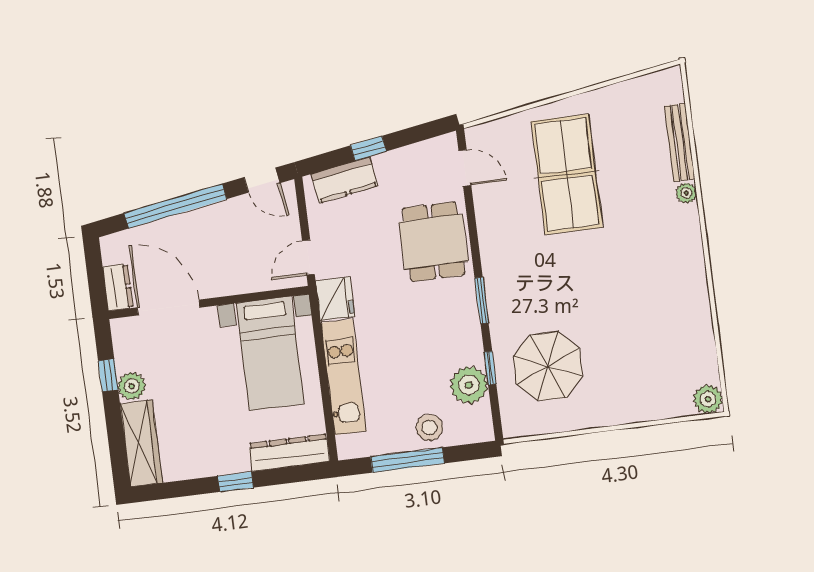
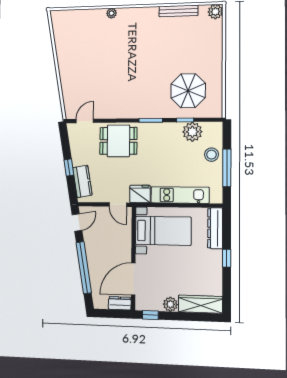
bench: (680, 143) -> (179, 11), moved
table tennis table: (567, 174) -> (95, 71), removed
window: (108, 375) -> (150, 315), moved

